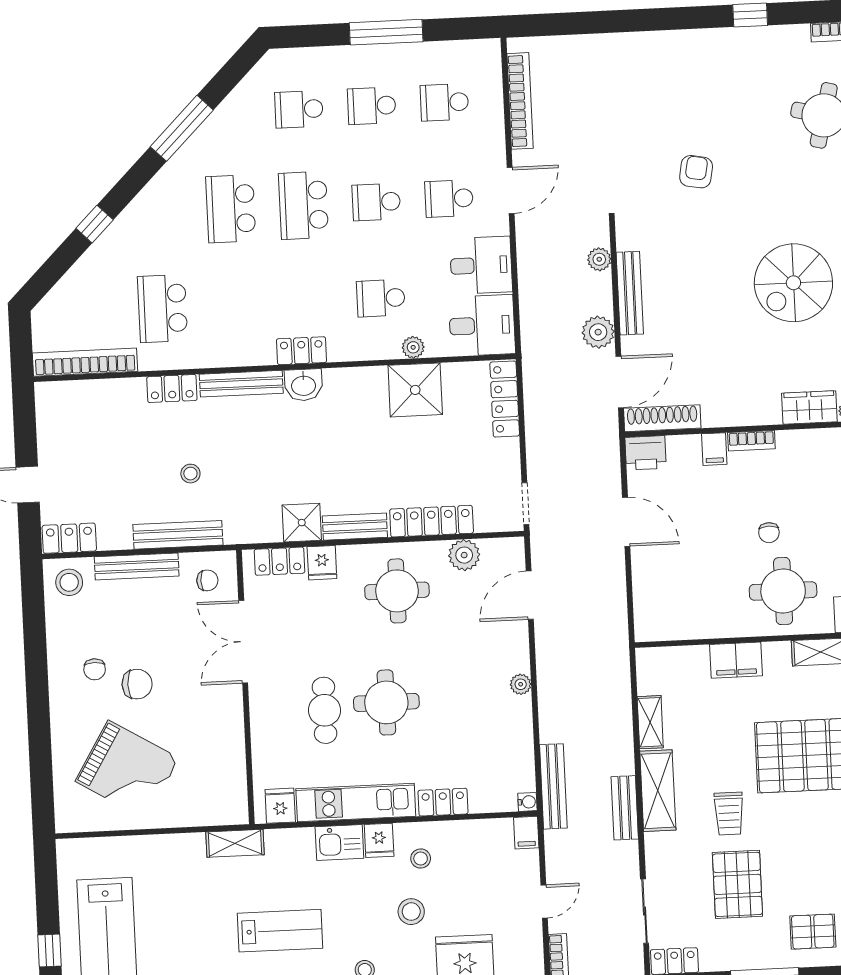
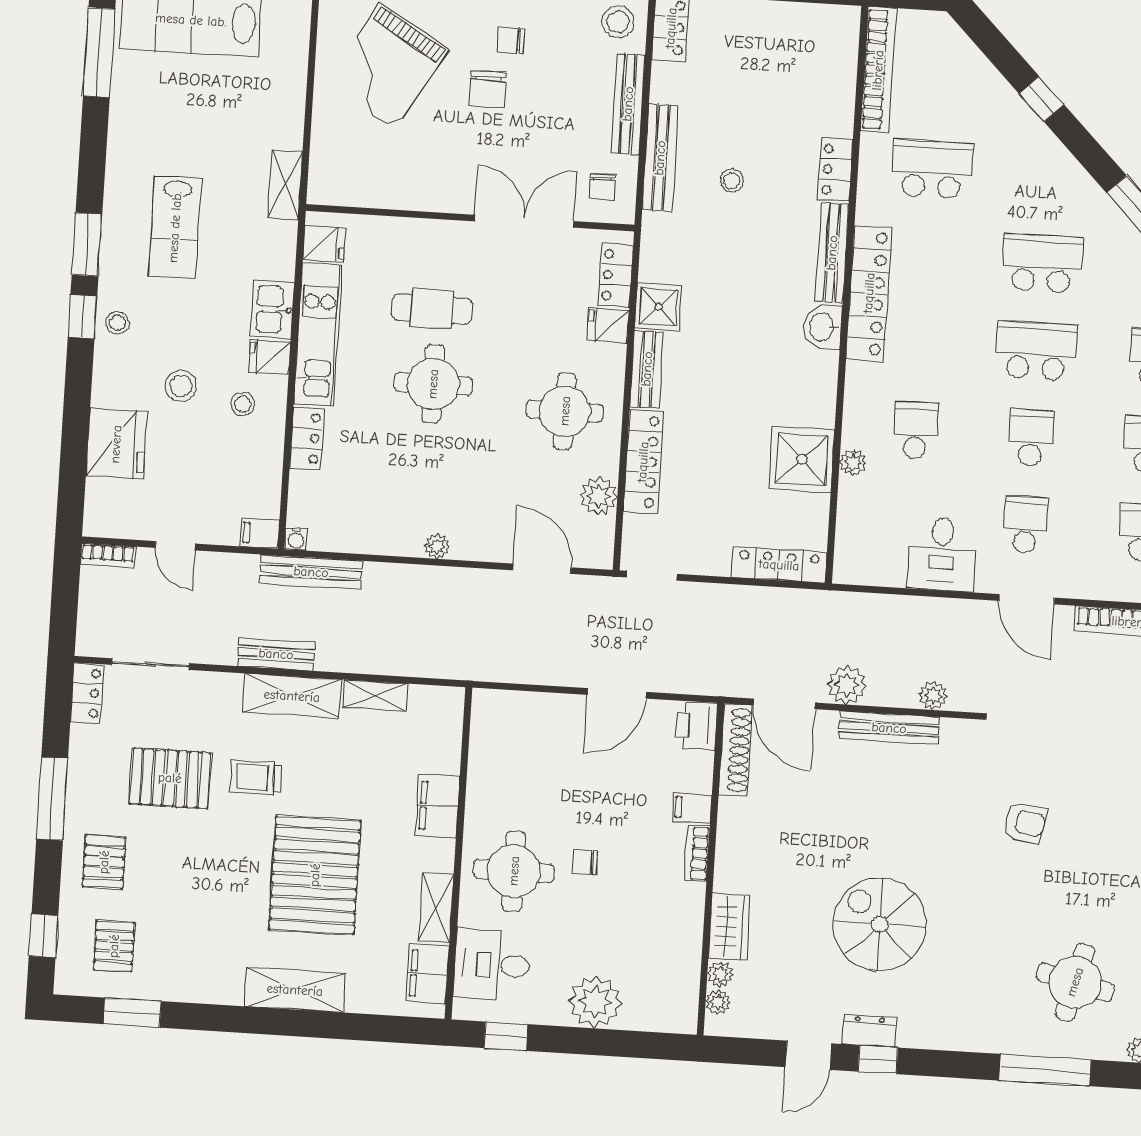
desk: (482, 325) -> (870, 547), removed
locker: (301, 351) -> (869, 293), width x2.16, depth x1.21

